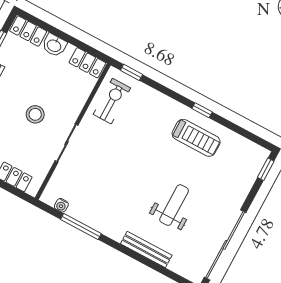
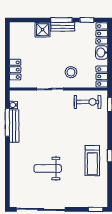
stool: (35, 114) -> (71, 72), moved
weight bench: (174, 205) -> (48, 169), turned 180
bench: (146, 249) -> (14, 126), moved

